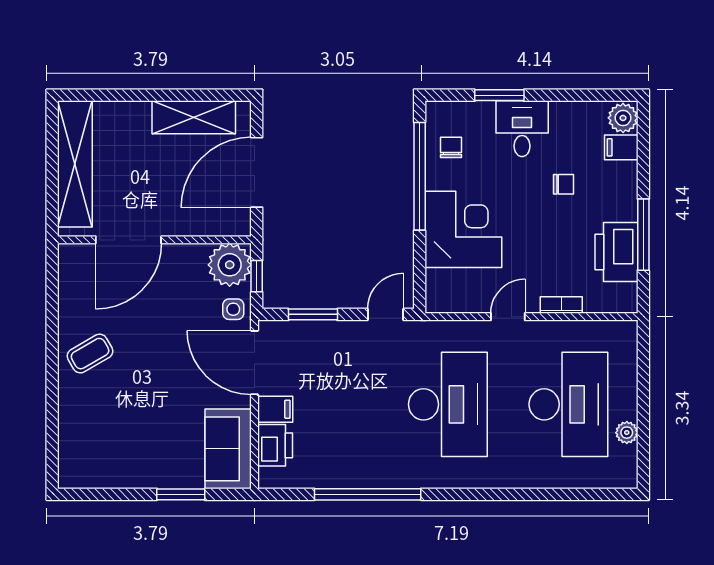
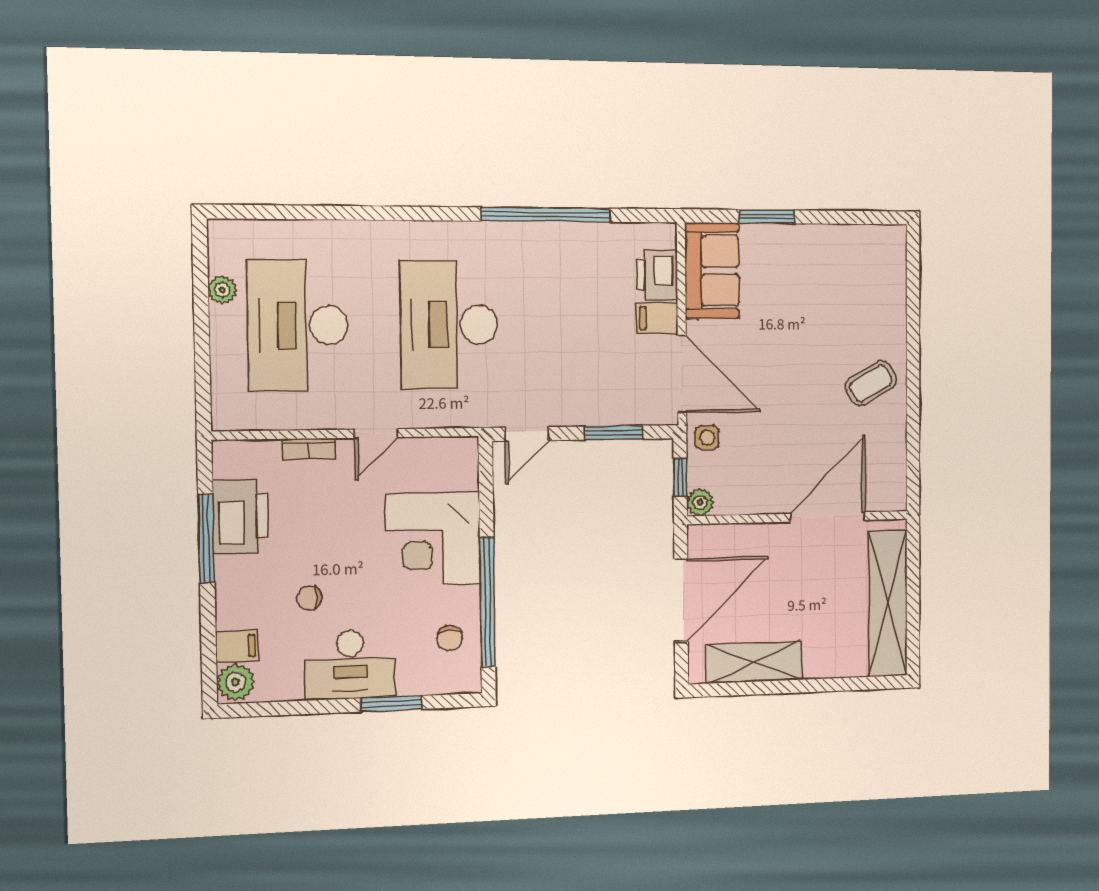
desk: (522, 129) -> (350, 665), width x1.37
plant: (230, 265) -> (700, 502), width x0.53, depth x0.53

